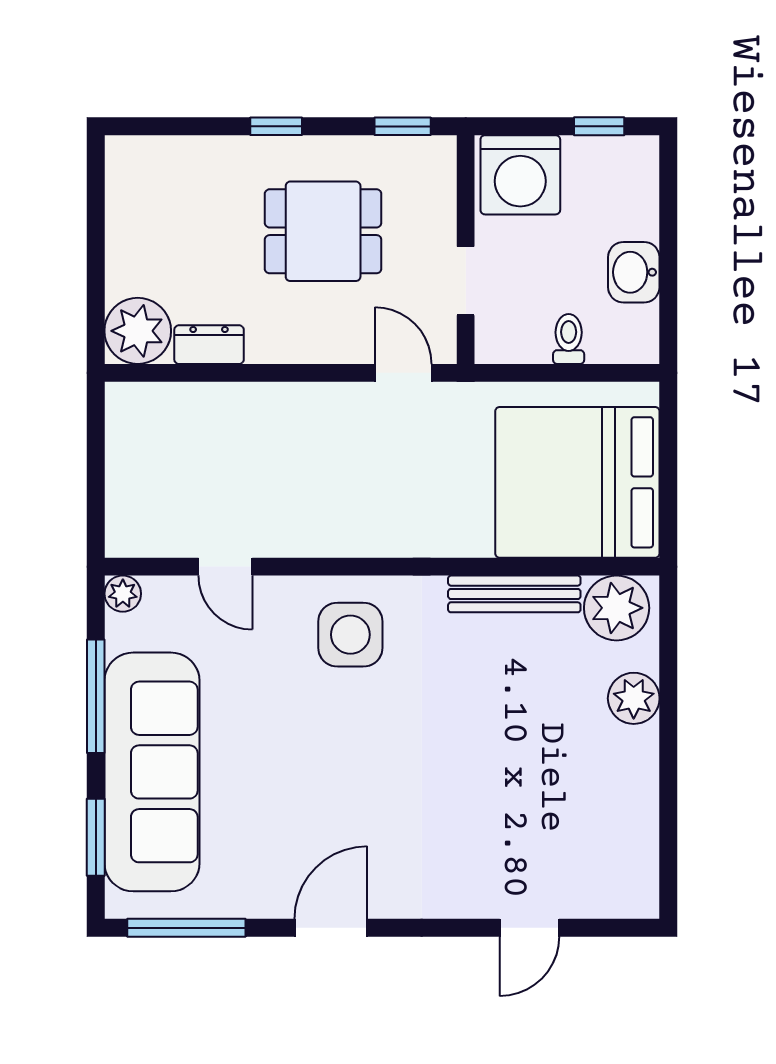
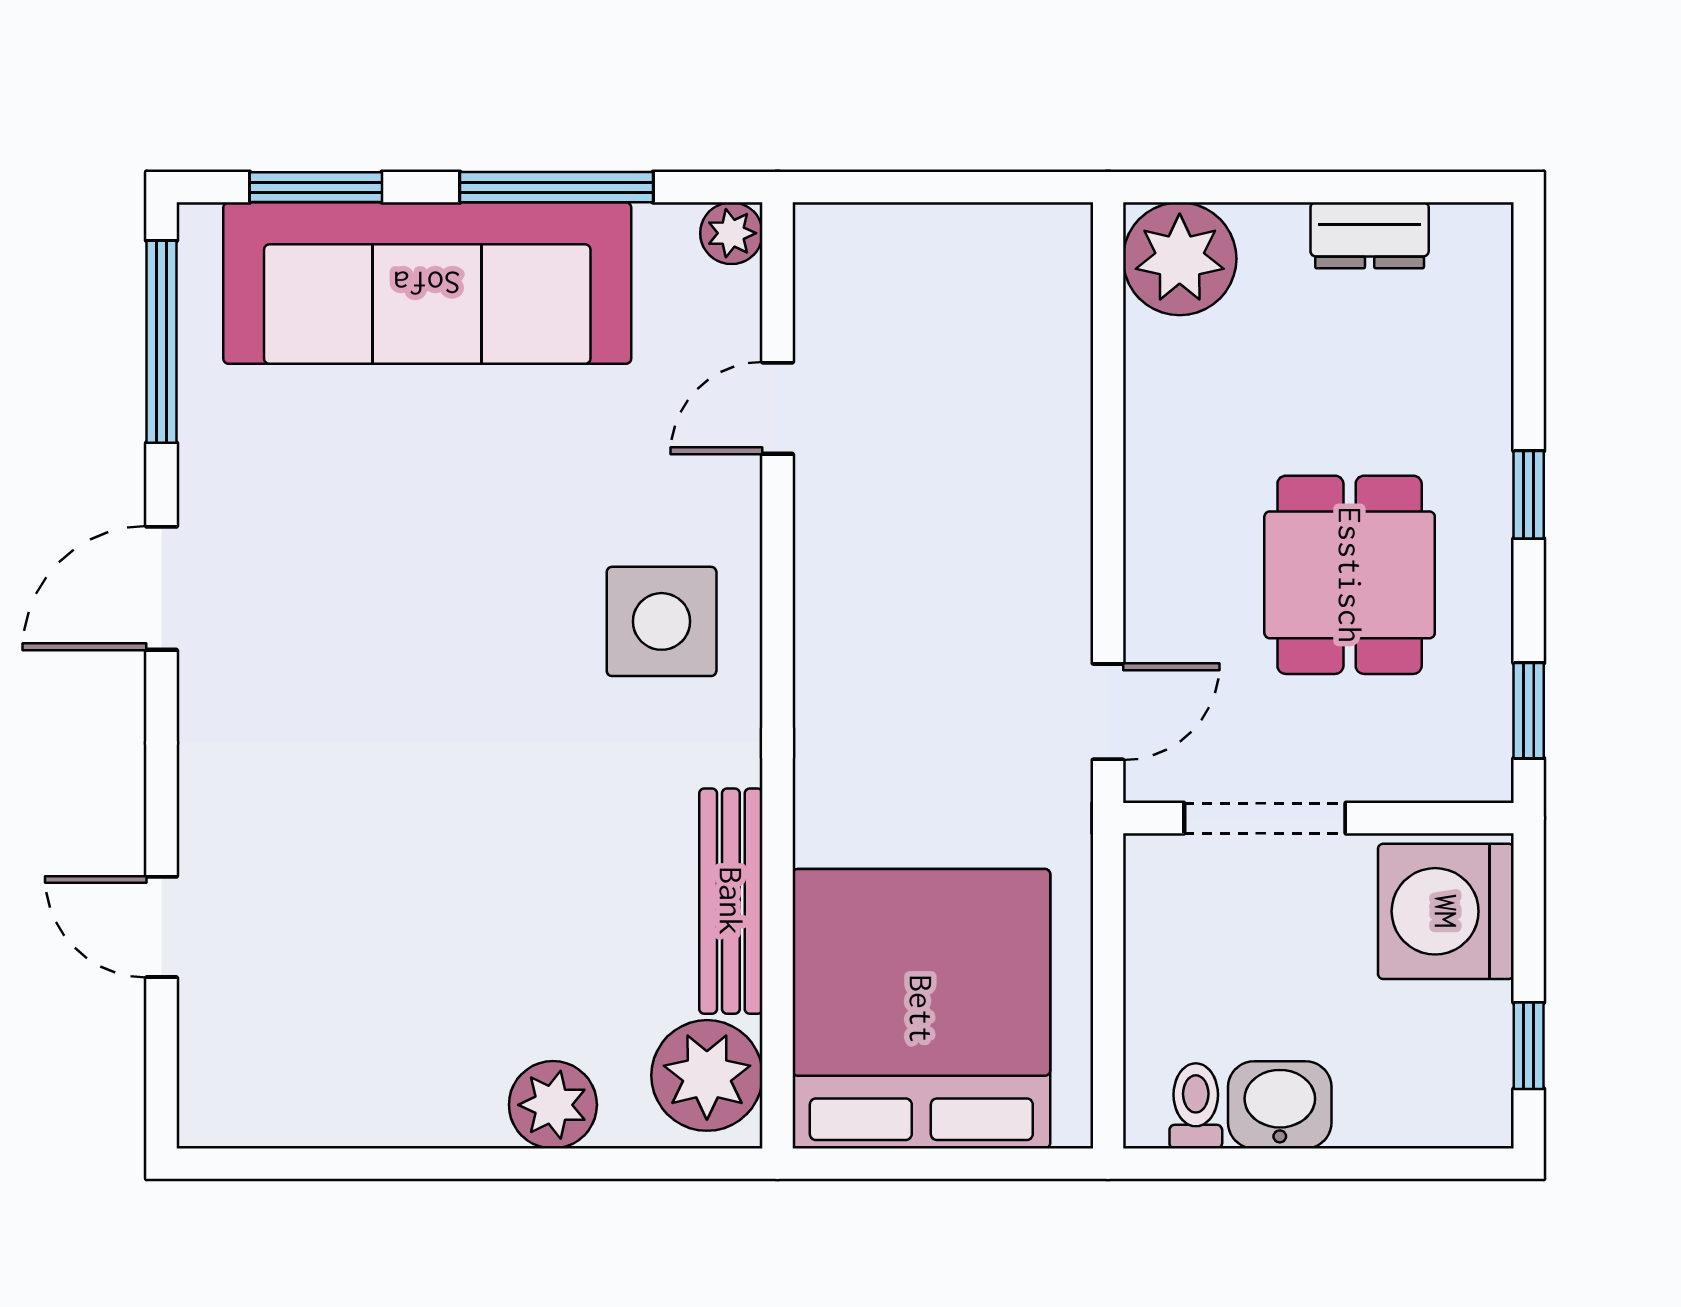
doorway: (466, 281) -> (1265, 818), width x1.38
toilet: (569, 339) -> (1196, 1106), moved, turned -90
dresser: (209, 345) -> (1370, 235), moved, turned 90
door: (331, 928) -> (162, 588), swing flipped

